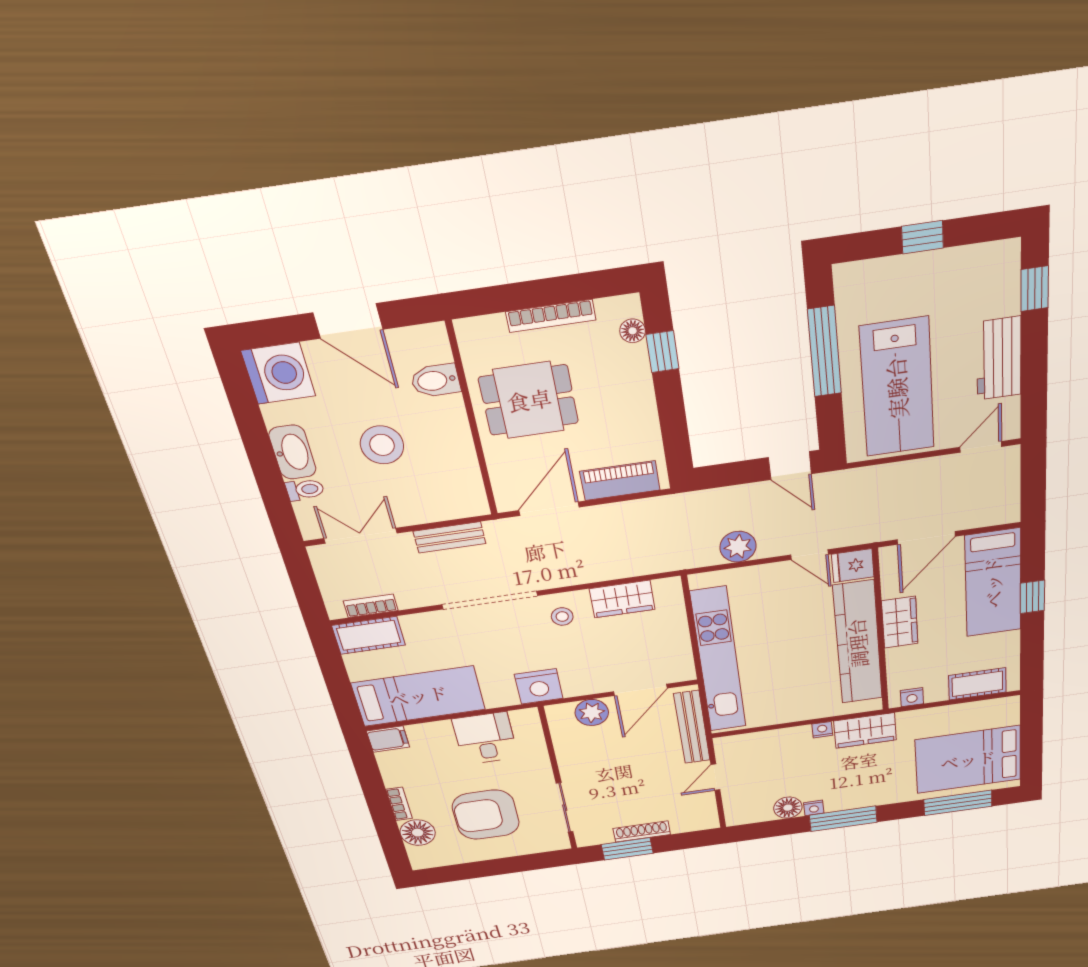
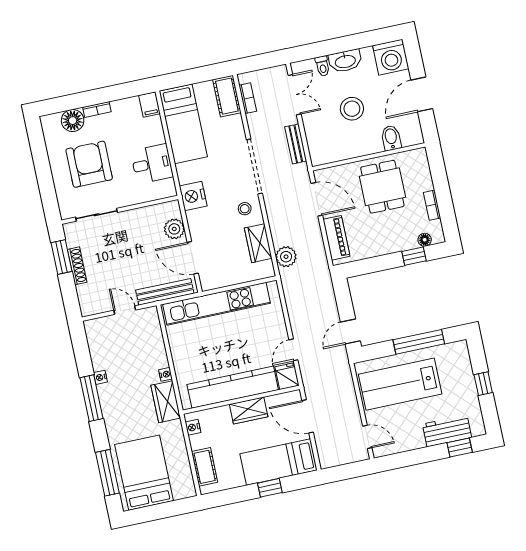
bookcase: (551, 316) -> (432, 205), width x0.64
workbench: (999, 359) -> (447, 431), moved
plant: (738, 547) -> (286, 257), moved
floor lamp: (788, 808) -> (100, 360), removed

